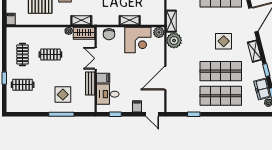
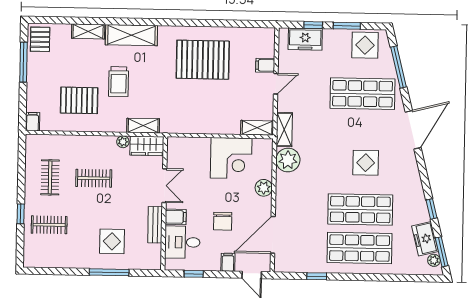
shelving: (130, 20) -> (257, 128), moved
plant: (159, 32) -> (264, 188), moved
chair: (109, 34) -> (223, 221), moved
shelving: (255, 51) -> (414, 179), removed
double door: (96, 58) -> (164, 186), swing flipped
door: (165, 78) -> (273, 235), moved

